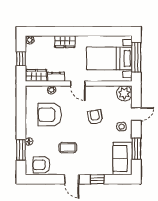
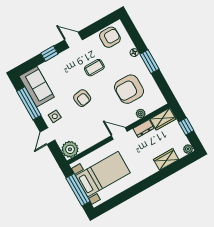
wardrobe: (65, 42) -> (166, 159), moved
armchair: (50, 115) -> (129, 89), turned 180
armchair: (95, 117) -> (82, 98), moved
window: (136, 149) -> (29, 103), width x1.44
window: (21, 150) -> (149, 62), moved

